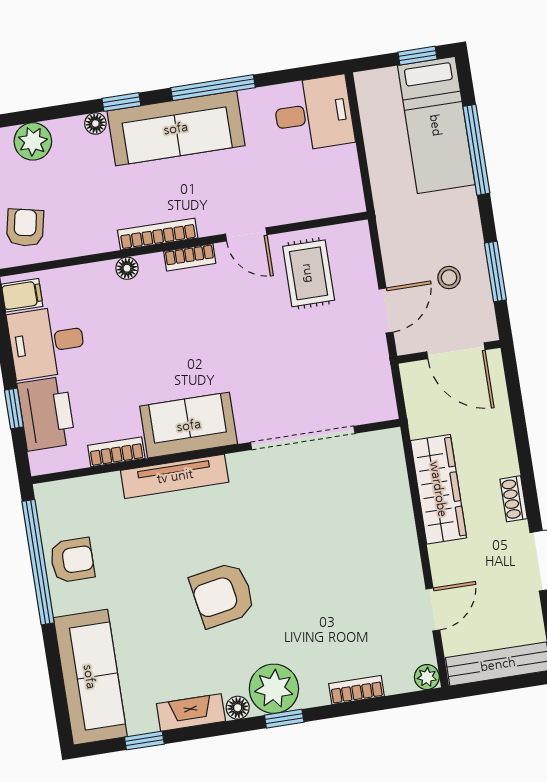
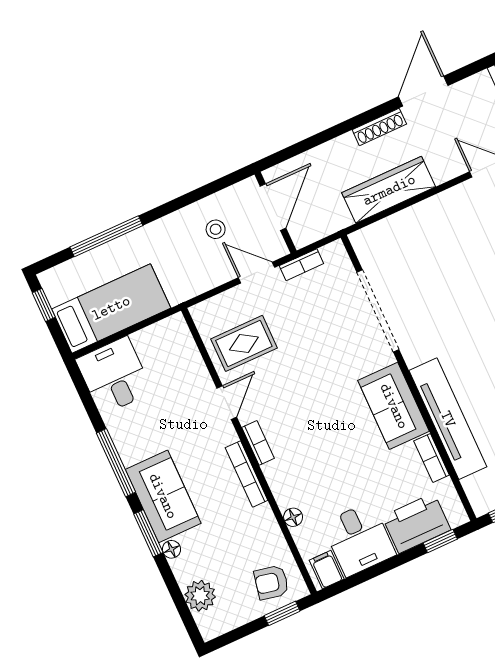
window: (121, 102) -> (148, 533), width x1.50
bed: (436, 125) -> (111, 308), moved
sofa: (176, 128) -> (163, 496), width x0.73
floor lamp: (127, 268) -> (293, 517), moved
window: (495, 272) -> (200, 193), removed
bookcase: (381, 365) -> (301, 265), added
window: (14, 408) -> (440, 541), moved
tv unit: (175, 476) -> (448, 419), width x1.36, depth x1.29
shoe rack: (514, 499) -> (379, 127), width x1.43

